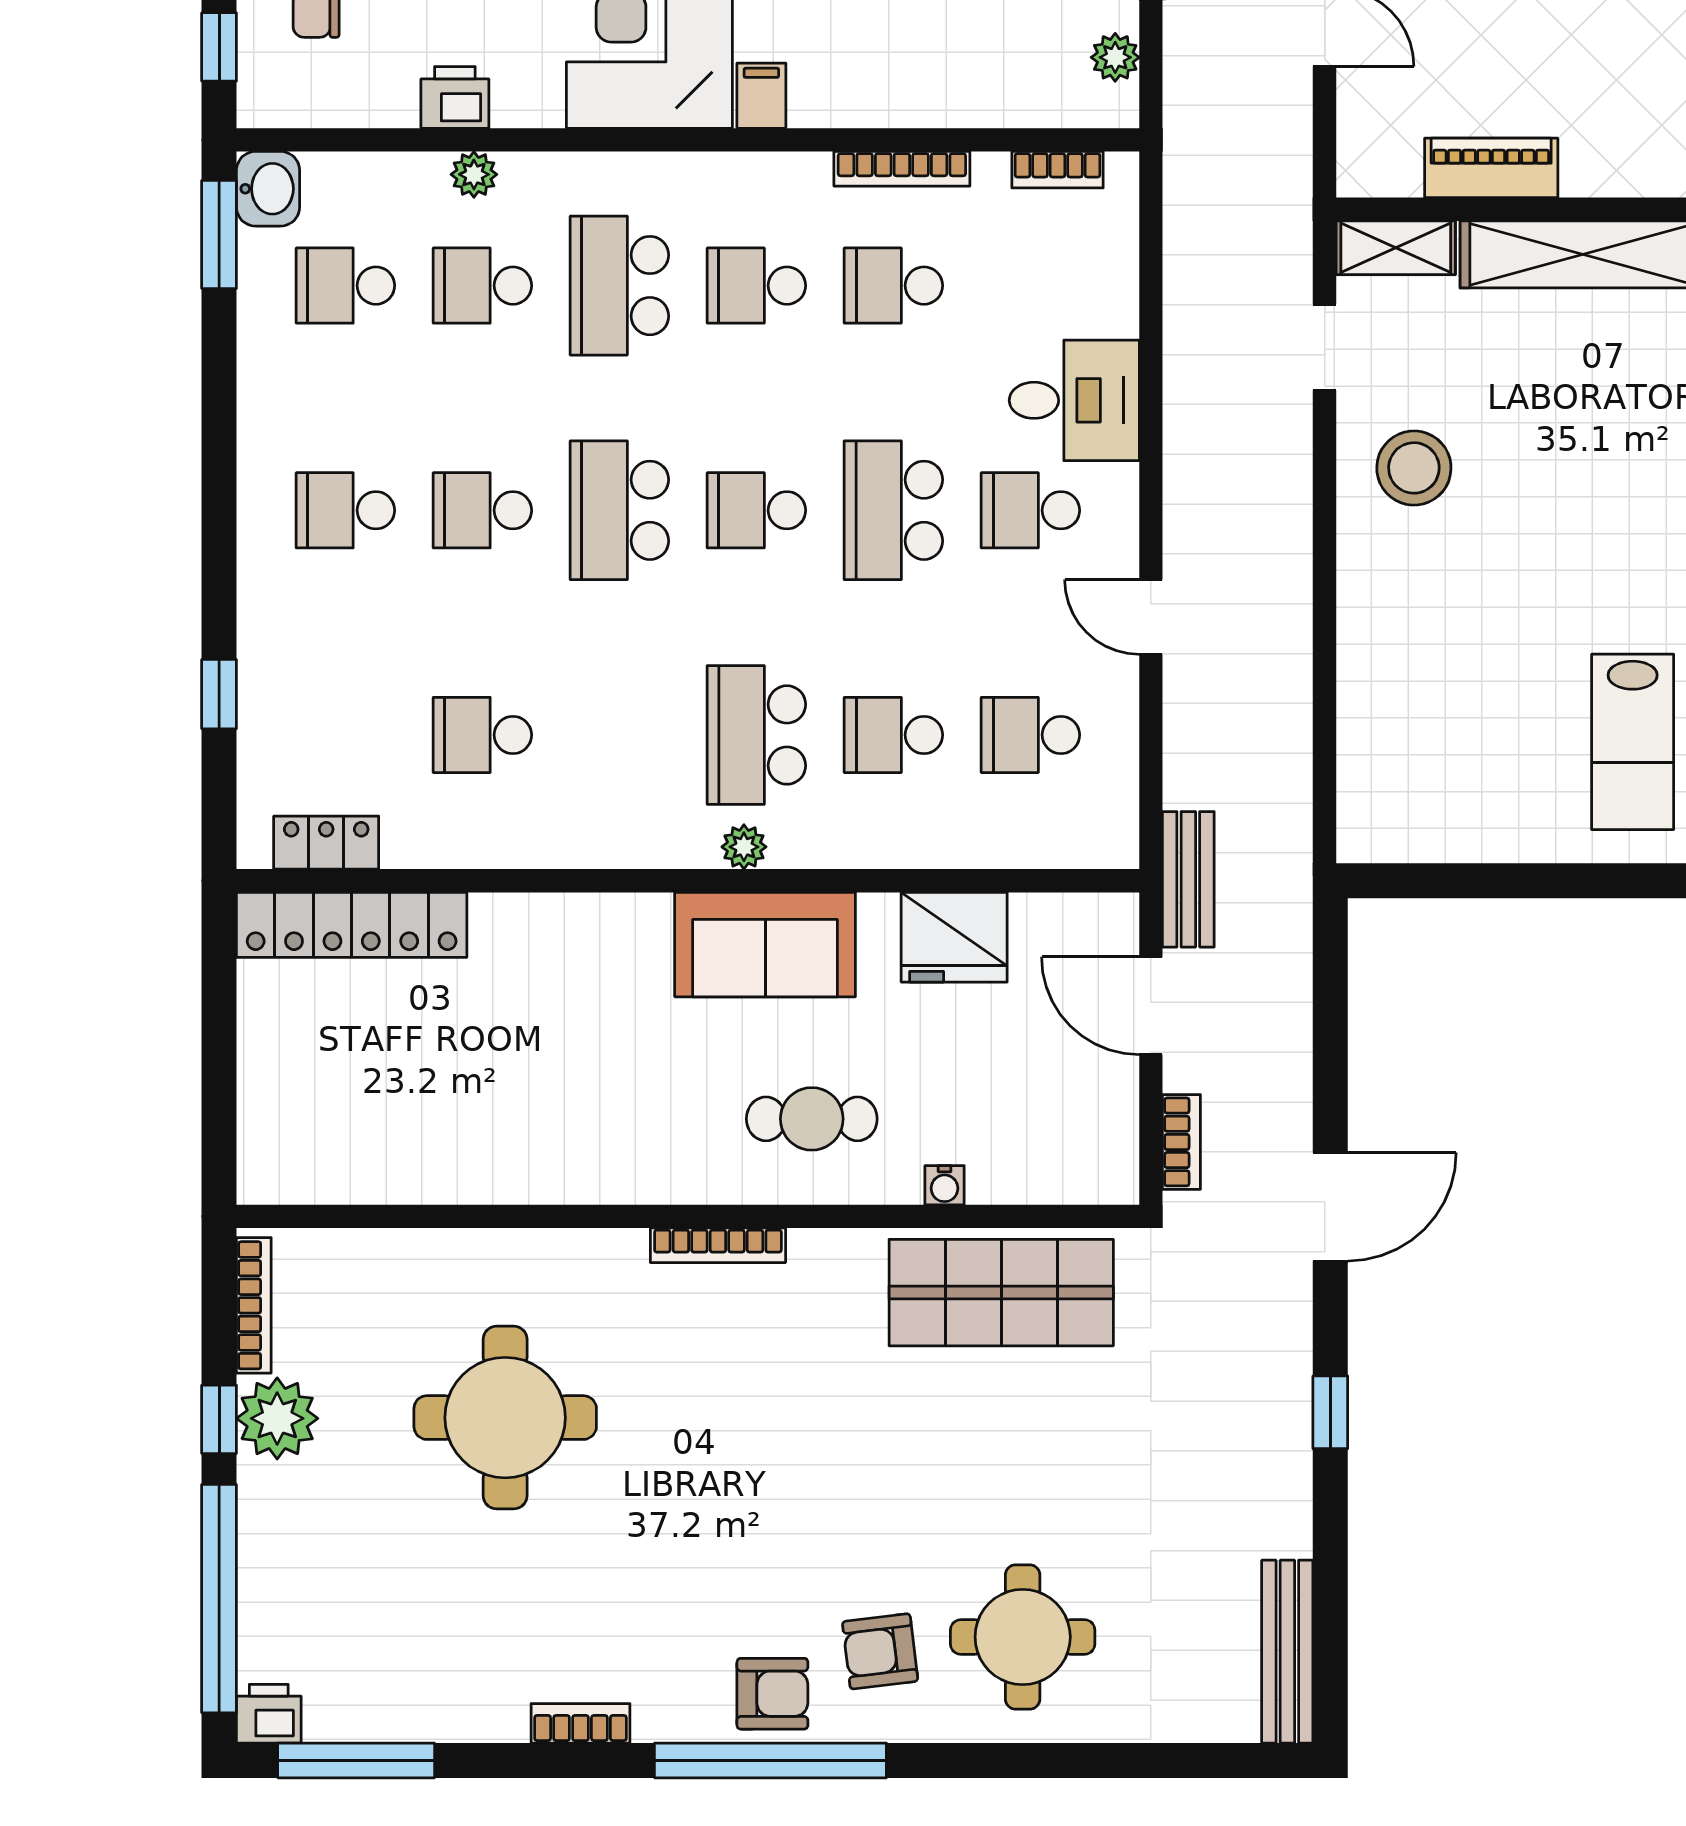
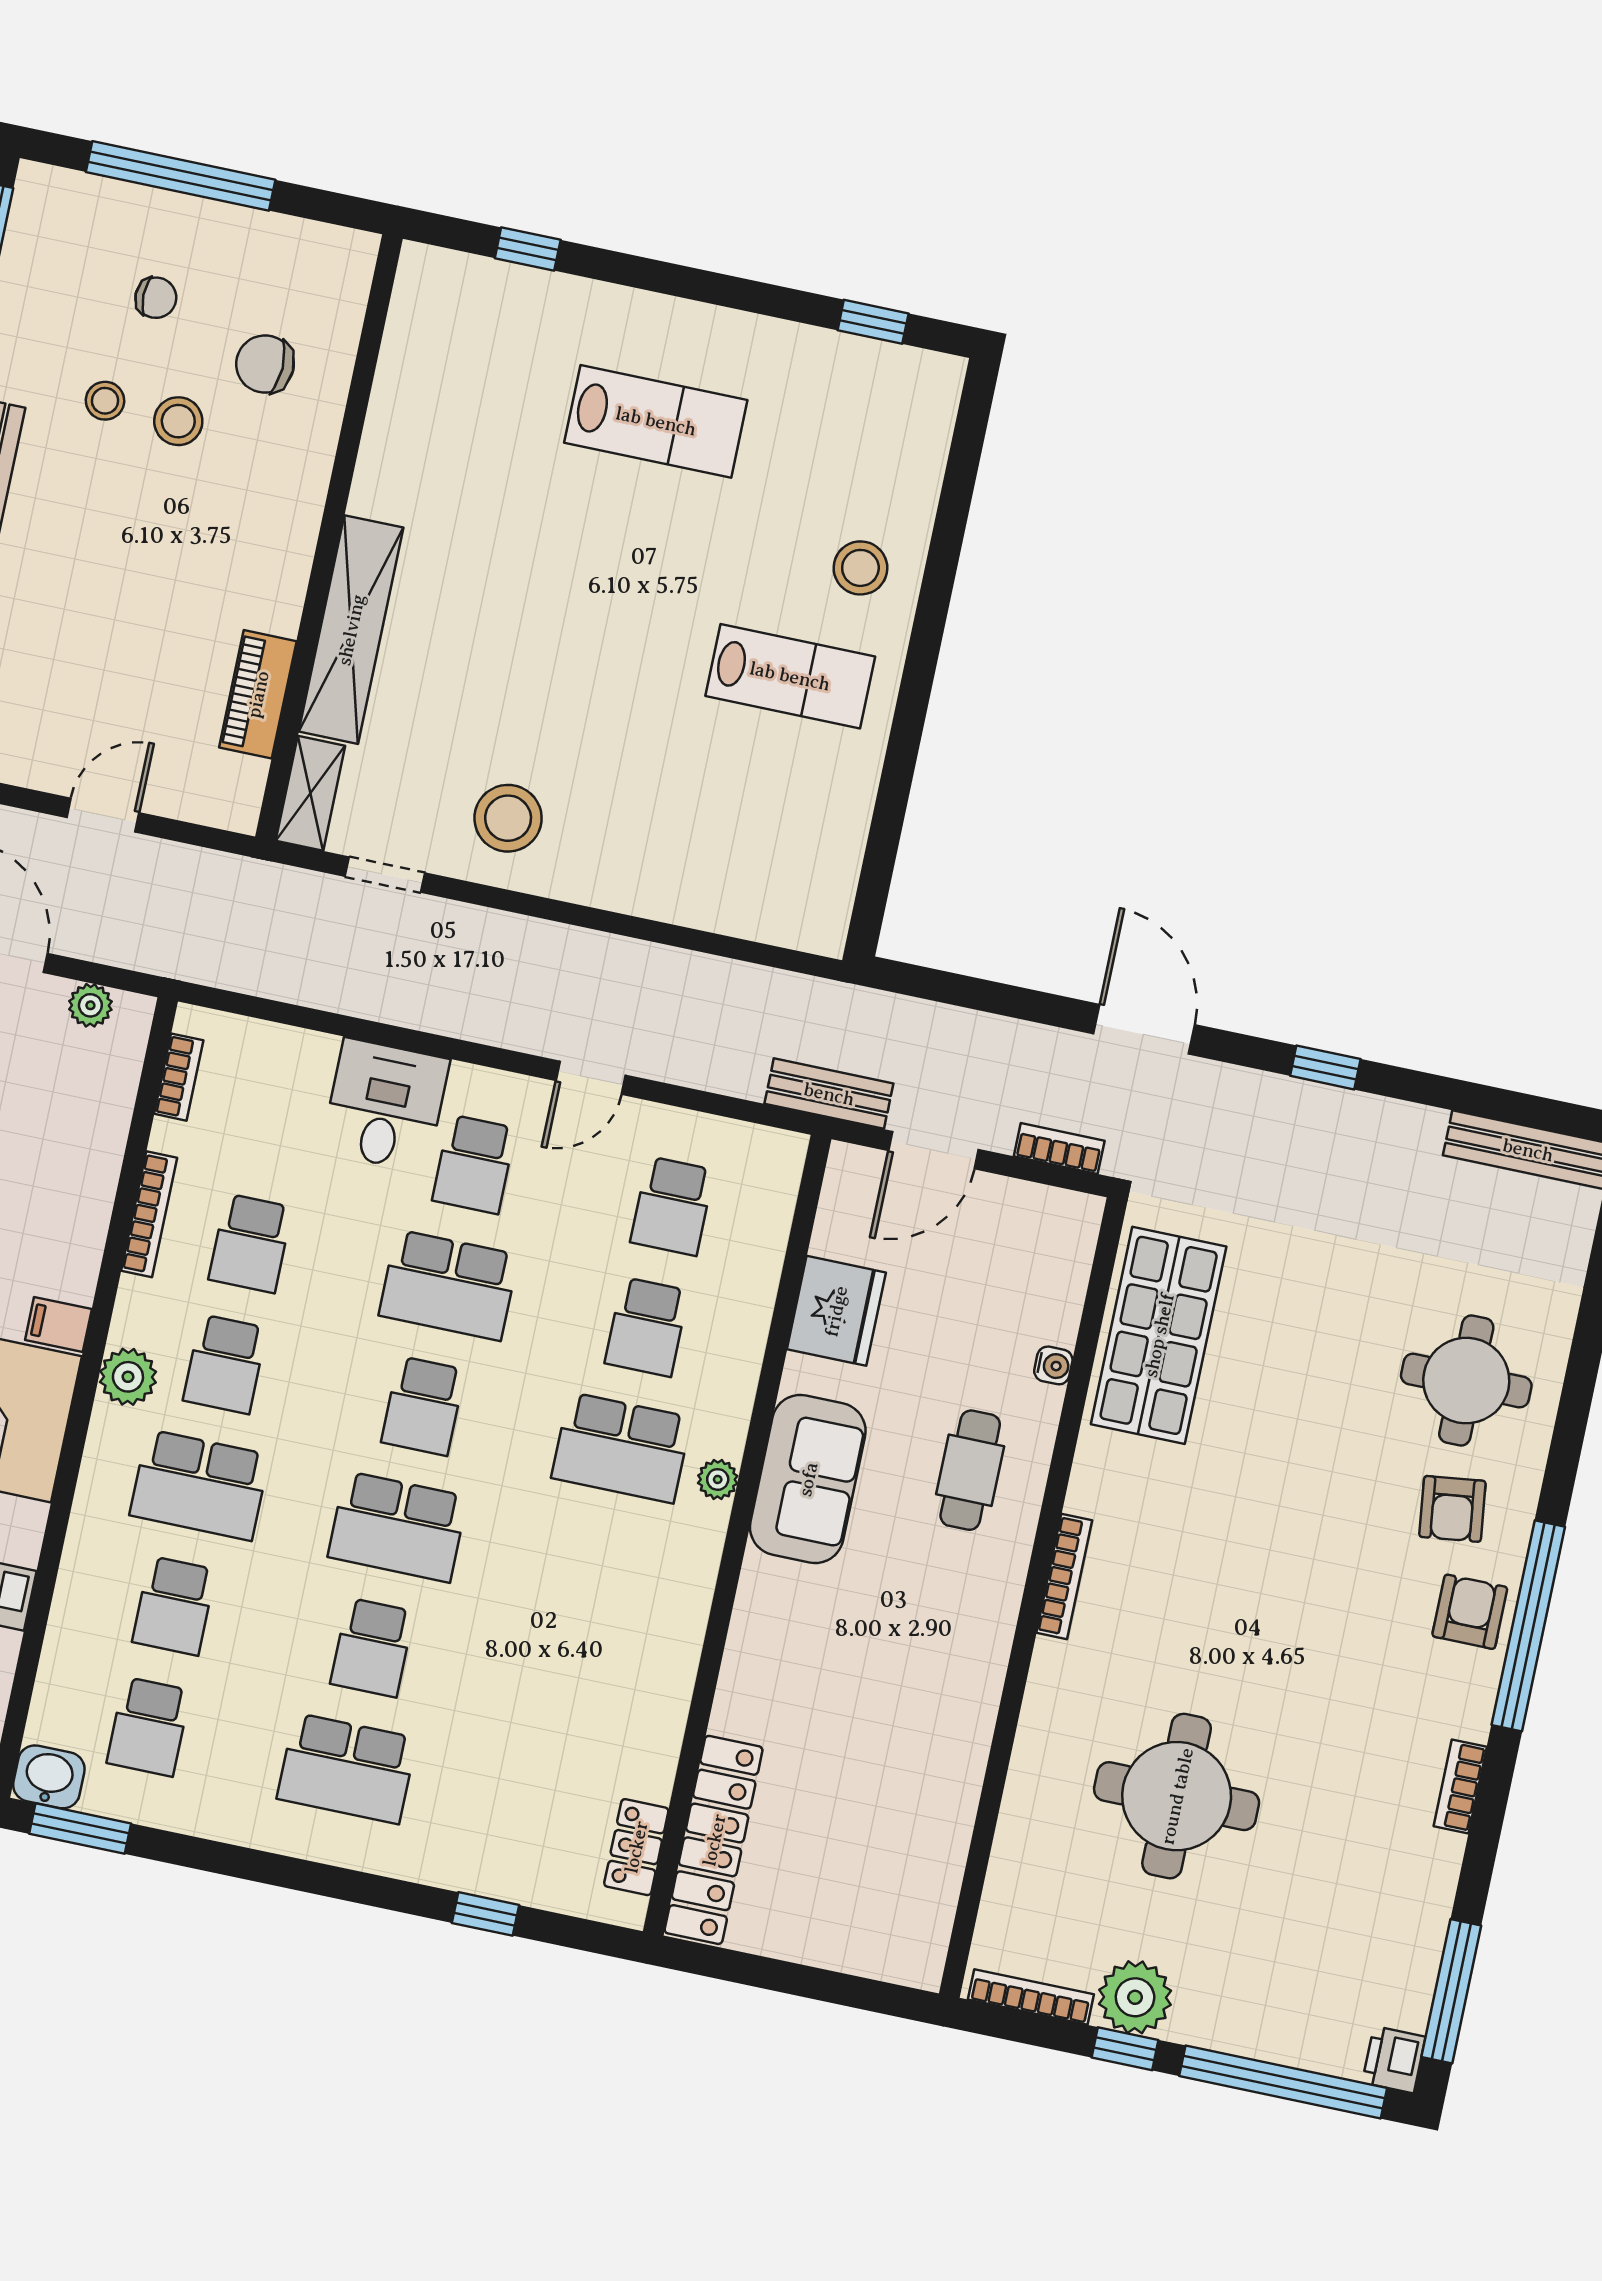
plant: (474, 174) -> (128, 1377), moved, width x1.38, depth x1.38
school desk: (345, 510) -> (347, 1768), width x1.85
school desk: (482, 735) -> (570, 1689), removed

